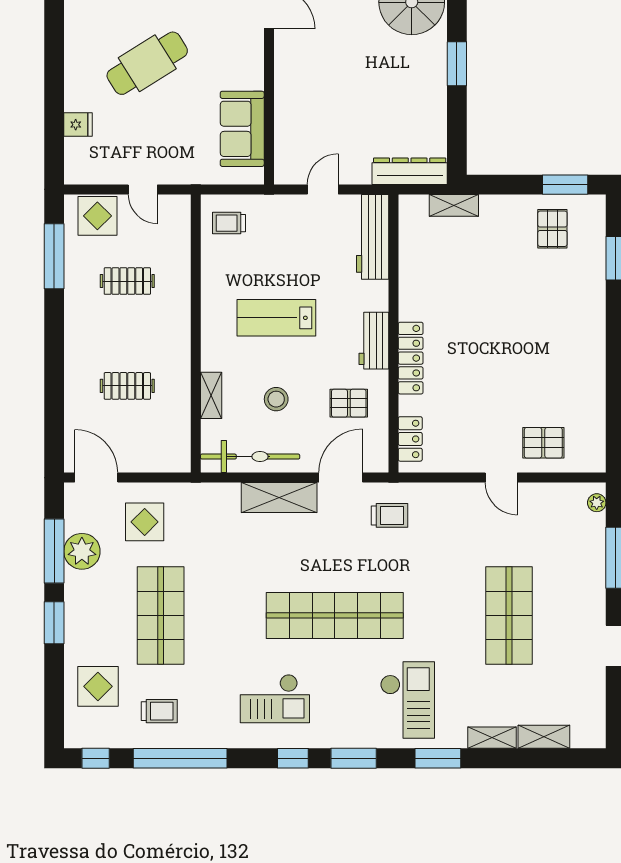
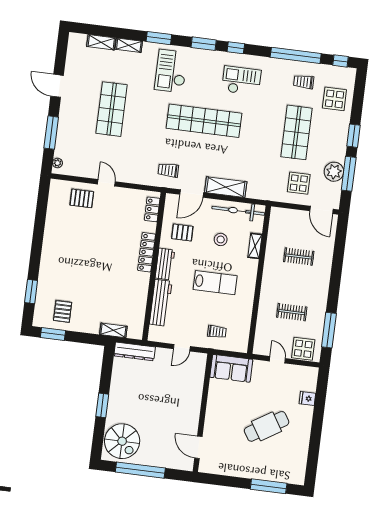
sofa: (242, 129) -> (231, 368), moved, turned 90
trolley: (229, 223) -> (217, 332), moved
workbench: (373, 237) -> (161, 303), moved

